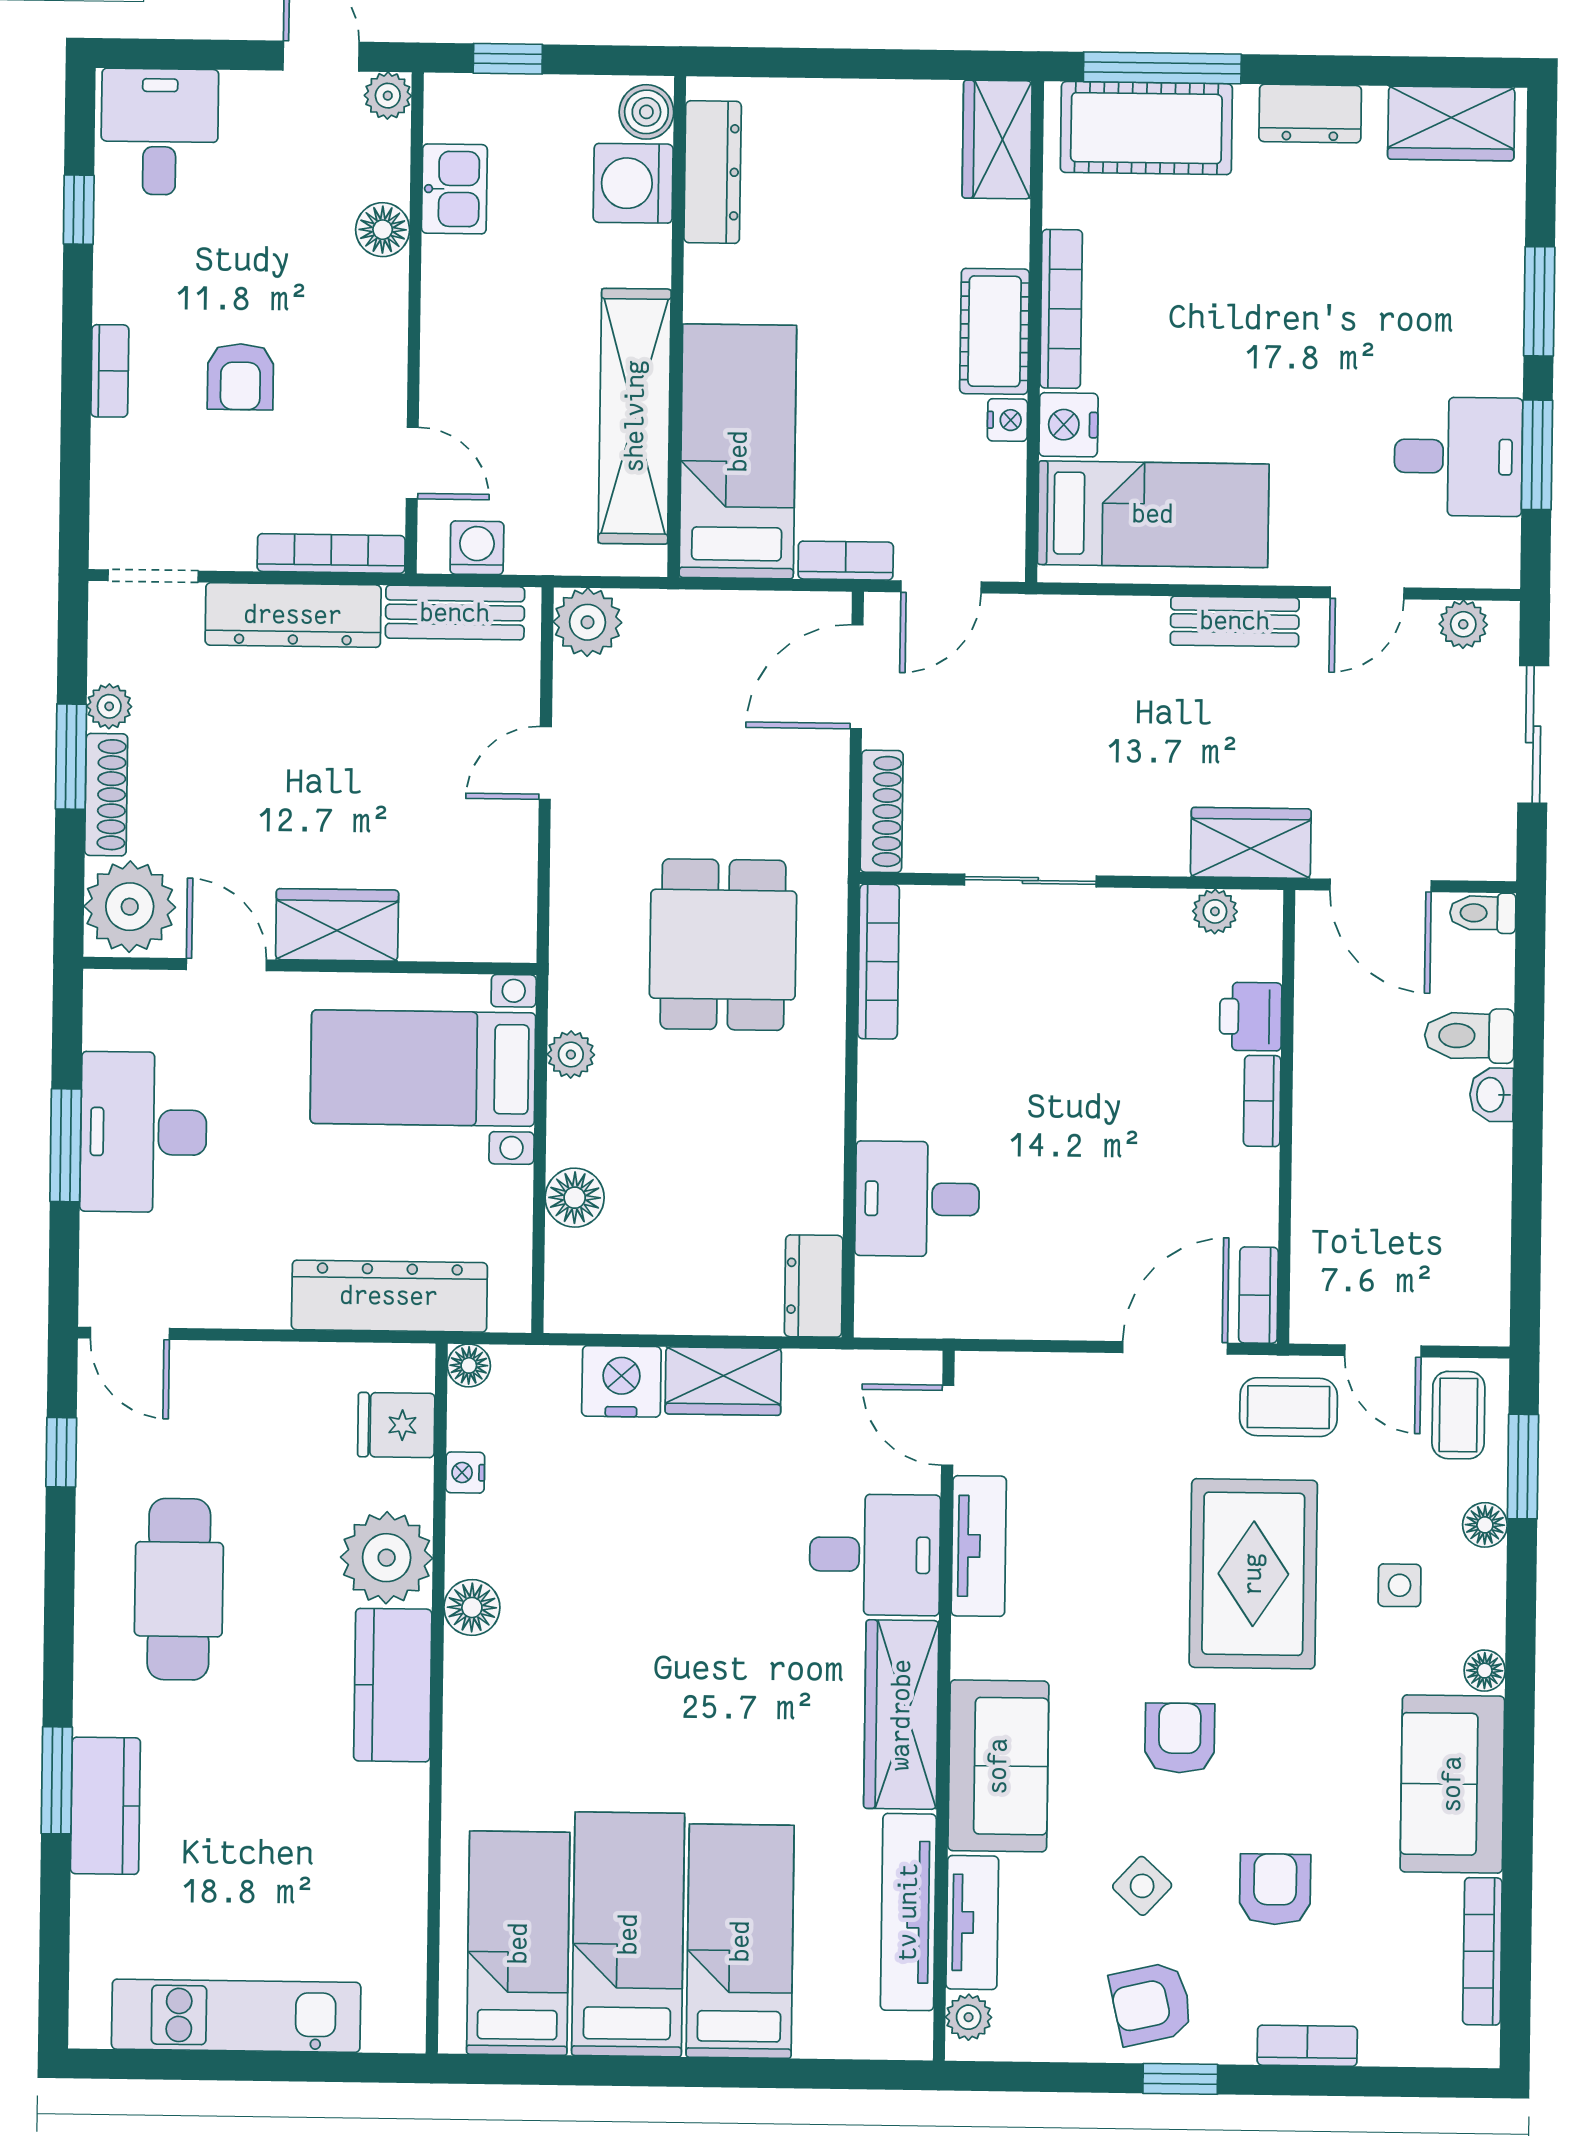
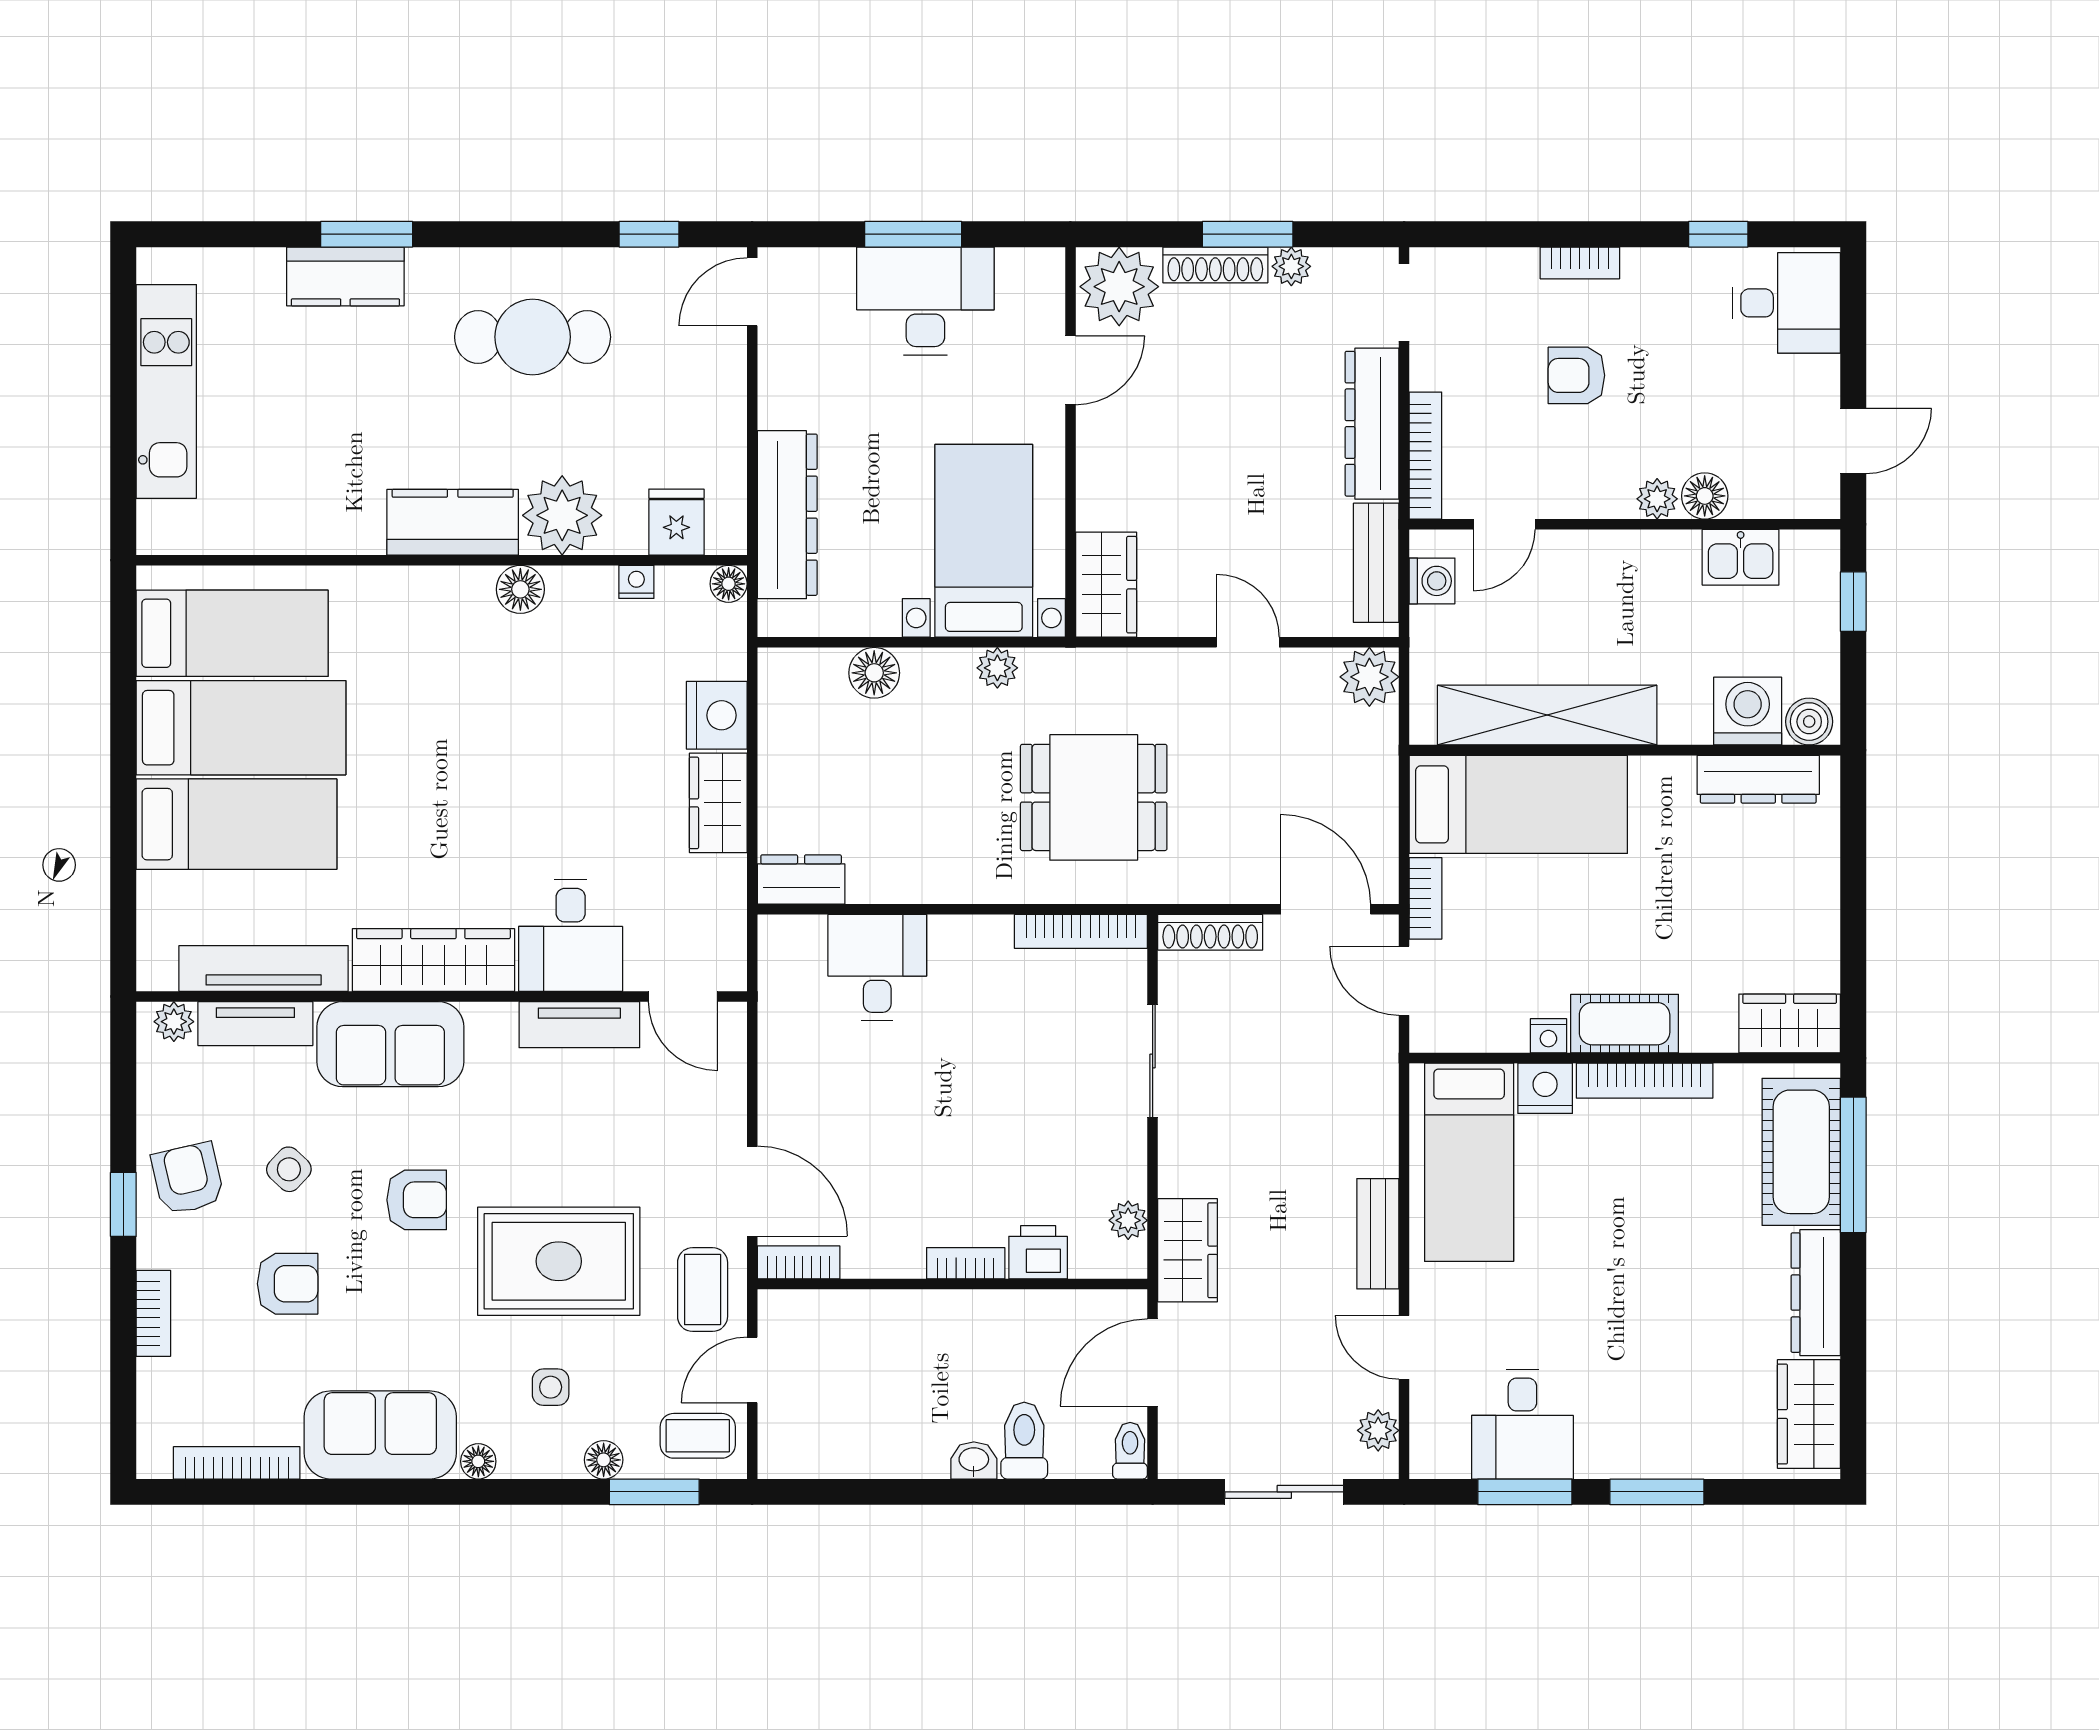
plant: (388, 96) -> (1657, 499), moved
dresser: (1310, 114) -> (1816, 1293), width x1.44
wardrobe: (337, 925) -> (1106, 585), moved
door: (948, 1425) -> (683, 997), swing flipped

